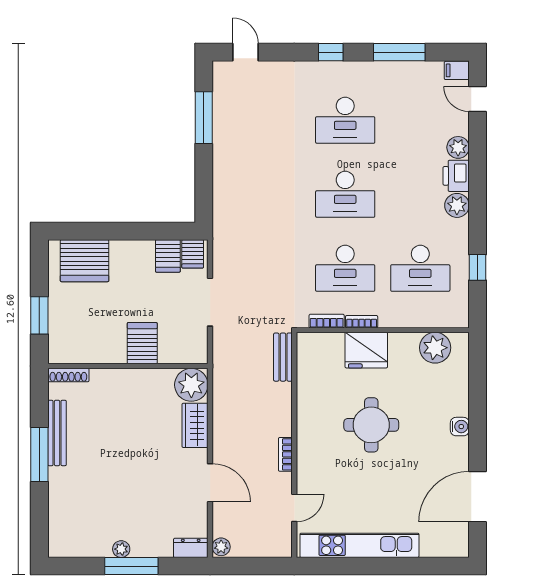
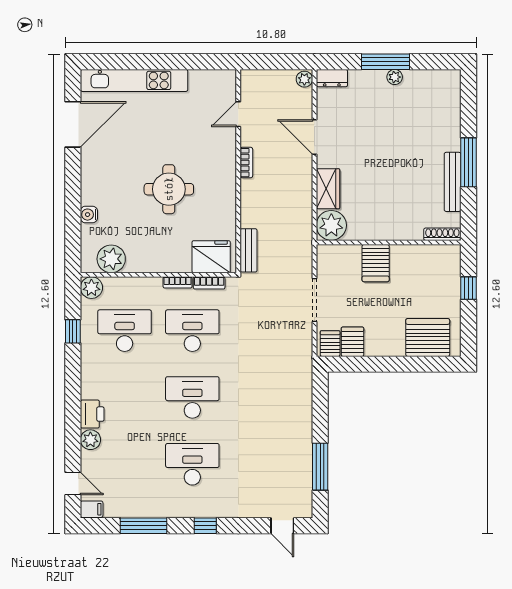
plant: (457, 205) -> (91, 288), moved
window: (39, 315) -> (468, 288), width x0.67
fridge: (366, 350) -> (211, 257), moved
water cooler: (460, 427) -> (89, 215), moved
kitchen unit: (359, 545) -> (134, 80), moved

